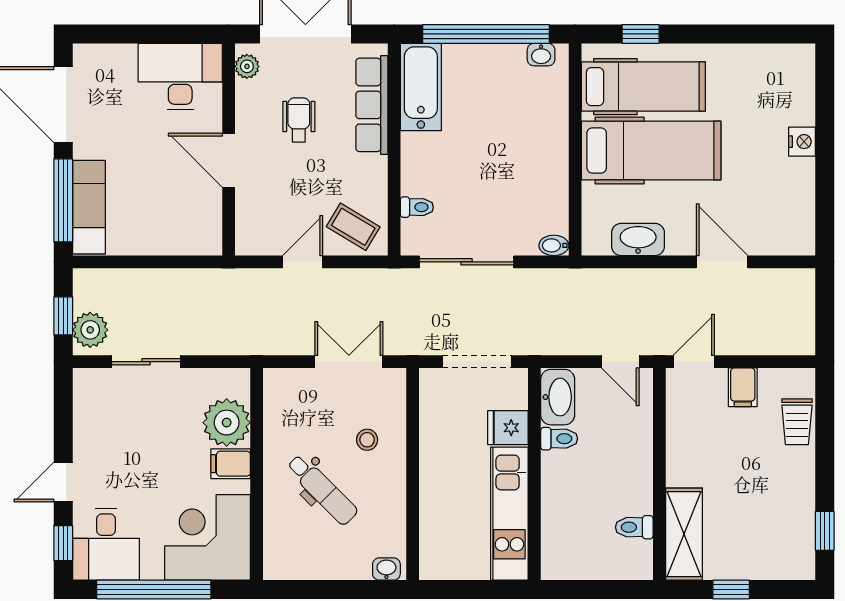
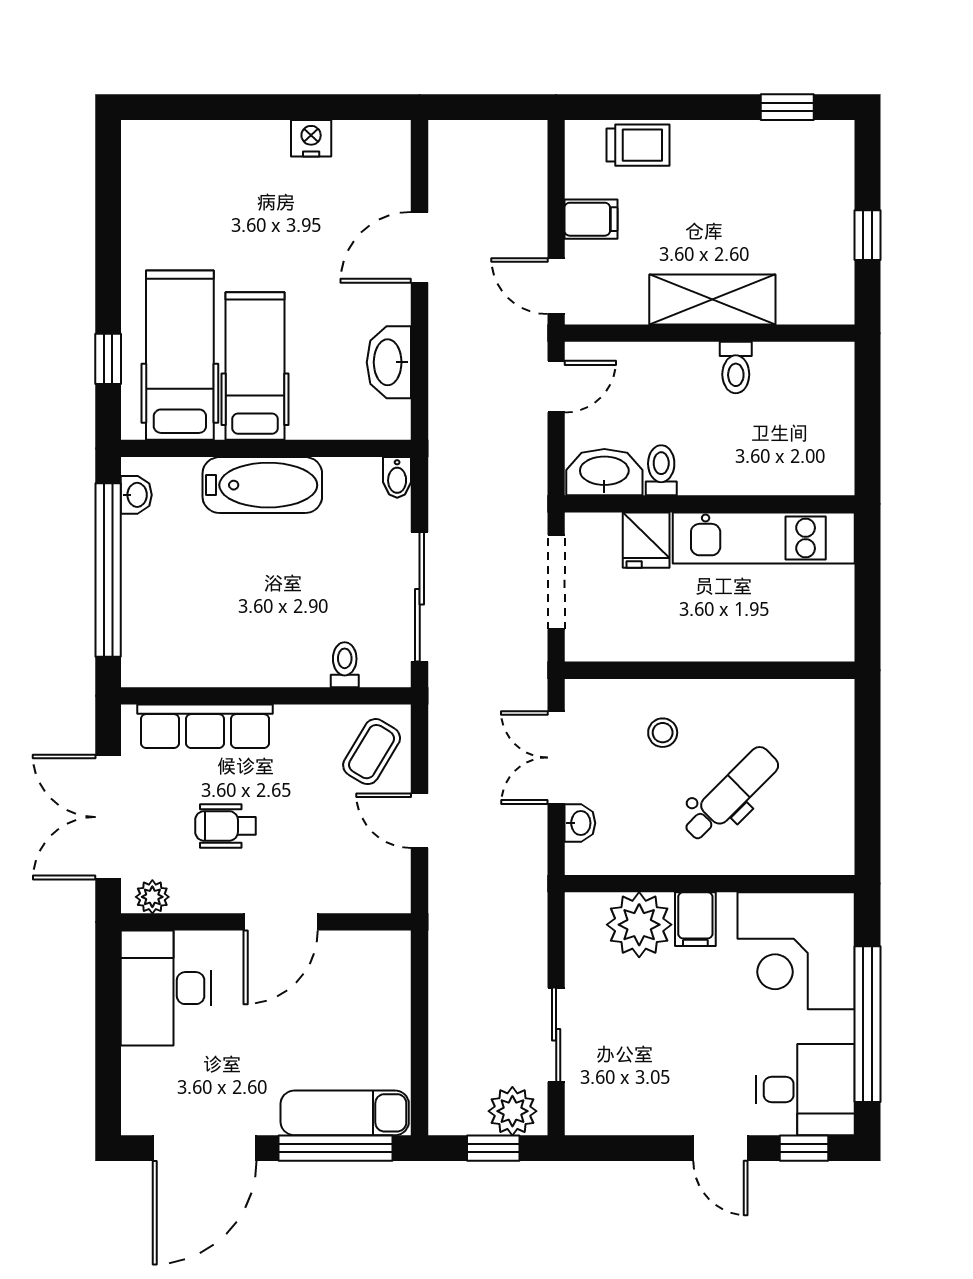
bathtub: (421, 87) -> (262, 485), moved, turned 180
nightstand: (802, 142) -> (311, 138), moved
hospital bed: (651, 151) -> (255, 366), width x0.73, depth x0.78
toilet: (634, 527) -> (736, 368), moved
shelving: (684, 534) -> (712, 299), moved
washbasin: (386, 569) -> (580, 823), moved, turned 180

